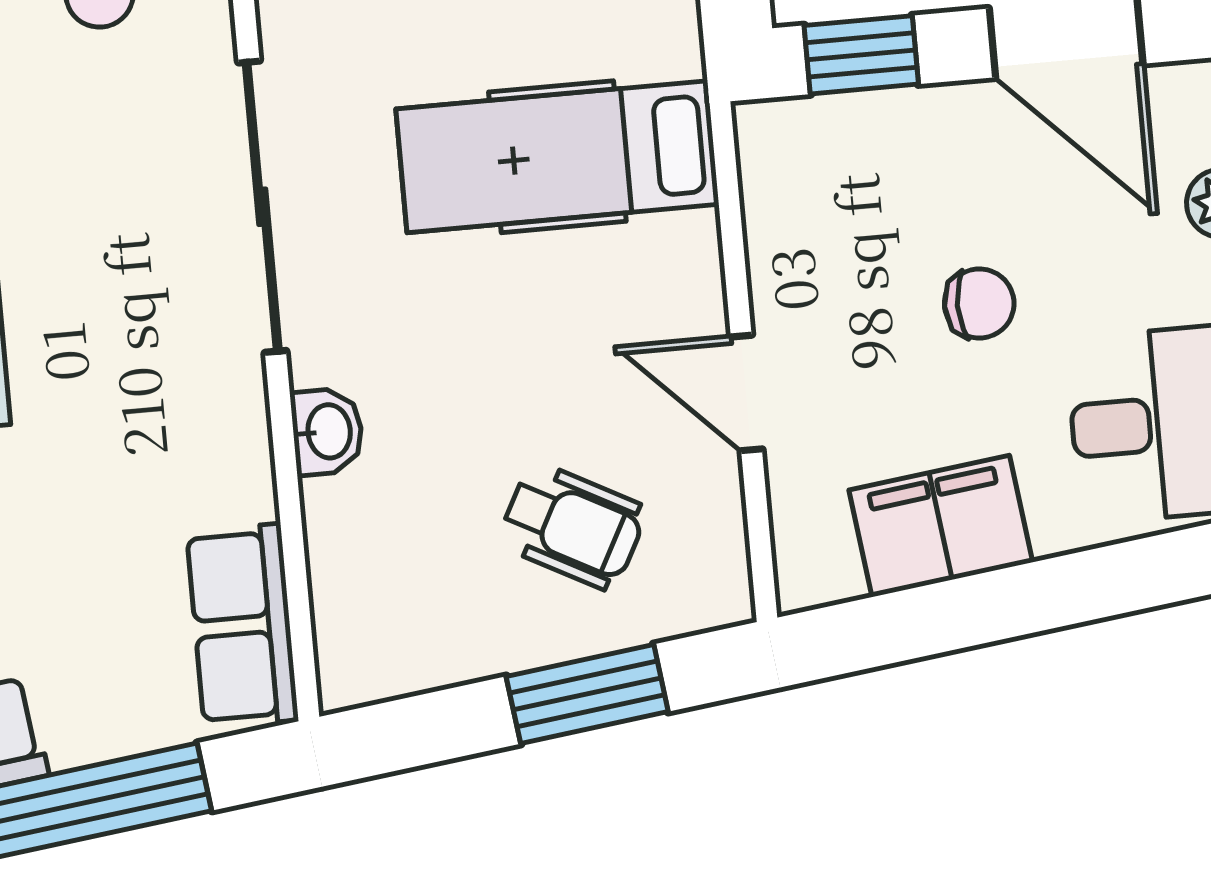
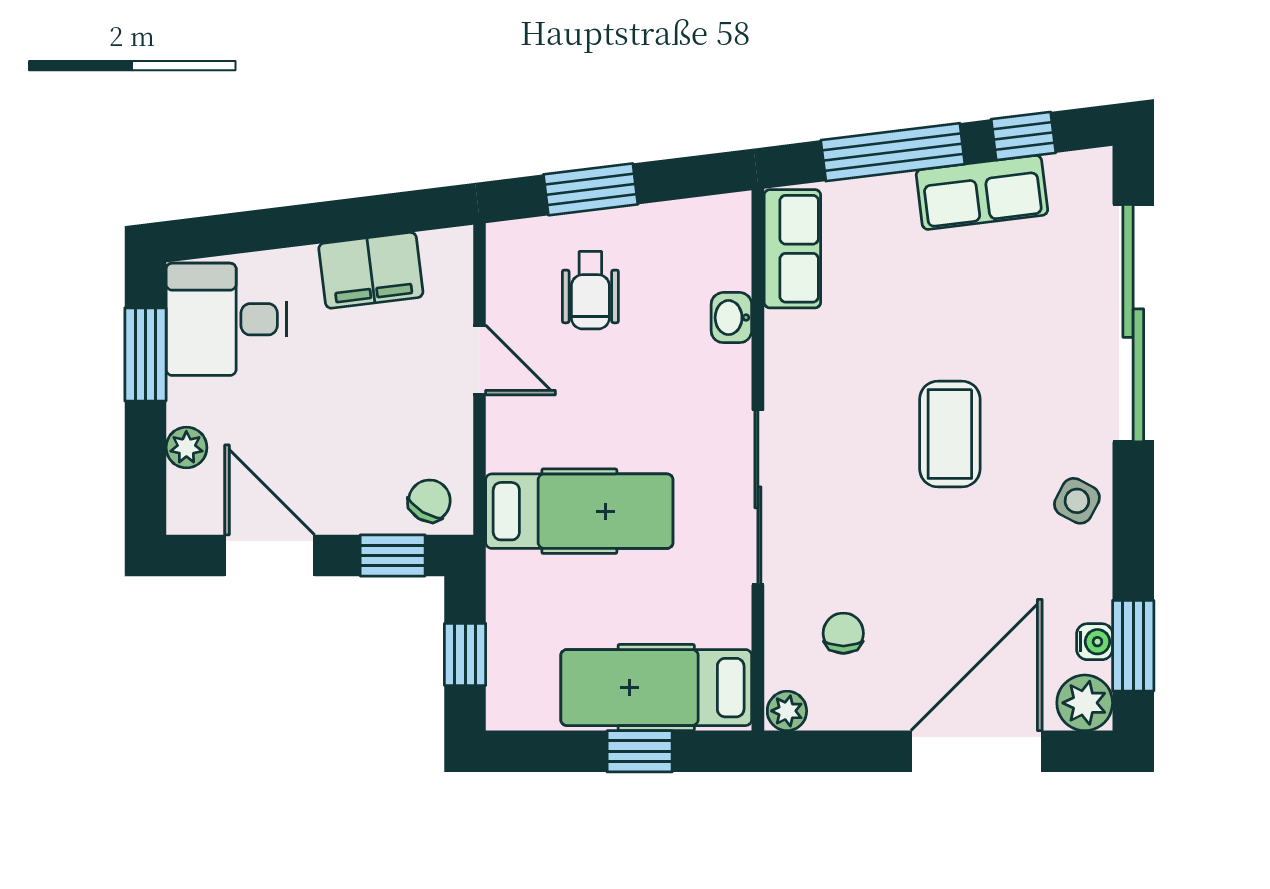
chair: (979, 304) -> (429, 501), moved, turned 121
washbasin: (327, 432) -> (731, 318), moved
wheelchair: (572, 526) -> (590, 290), turned -118

